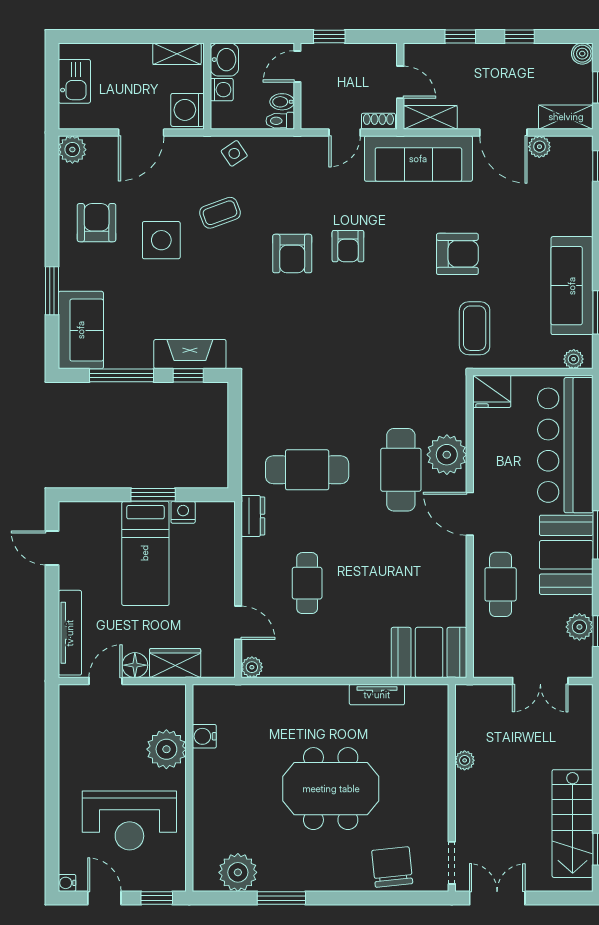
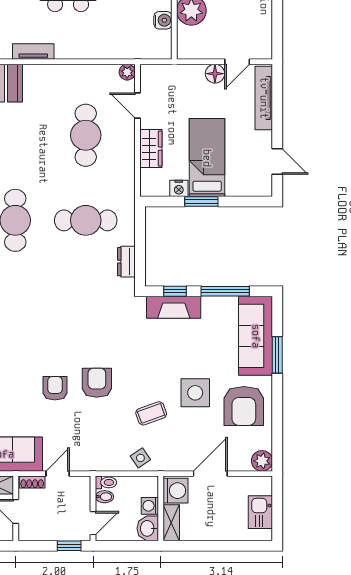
shelving: (177, 54) -> (171, 523), moved, turned 90
armchair: (97, 223) -> (244, 406), width x1.36, depth x1.36
sofa: (81, 330) -> (256, 336), width x1.36
dresser: (253, 516) -> (126, 262), moved
cafe table: (307, 583) -> (86, 135), width x1.37, depth x1.35
wardrobe: (175, 663) -> (151, 149), moved, turned -90

